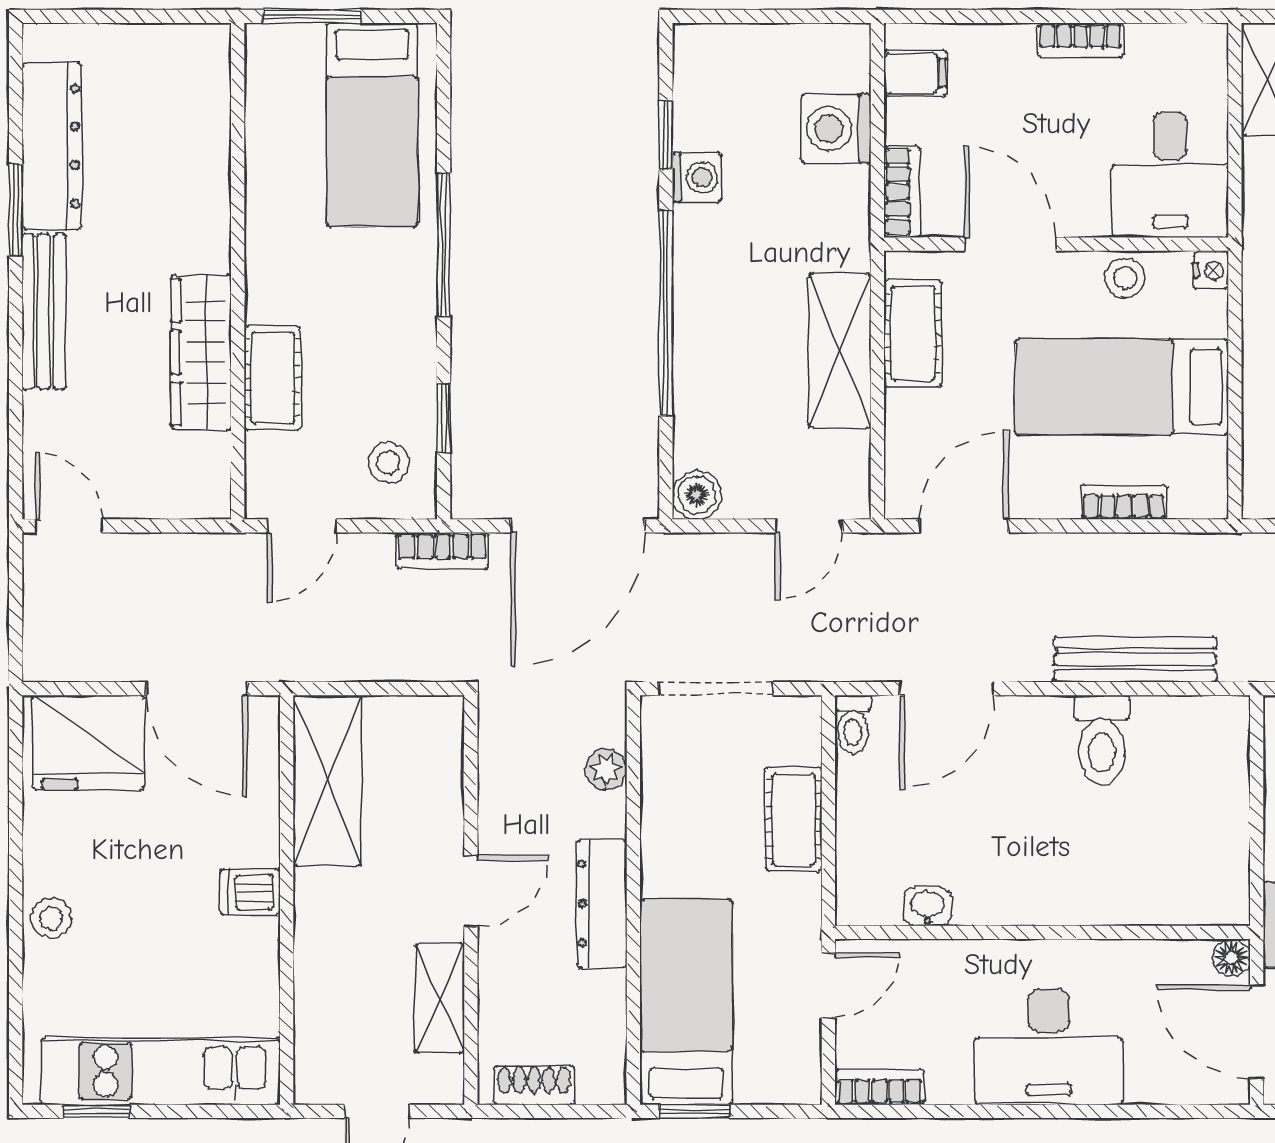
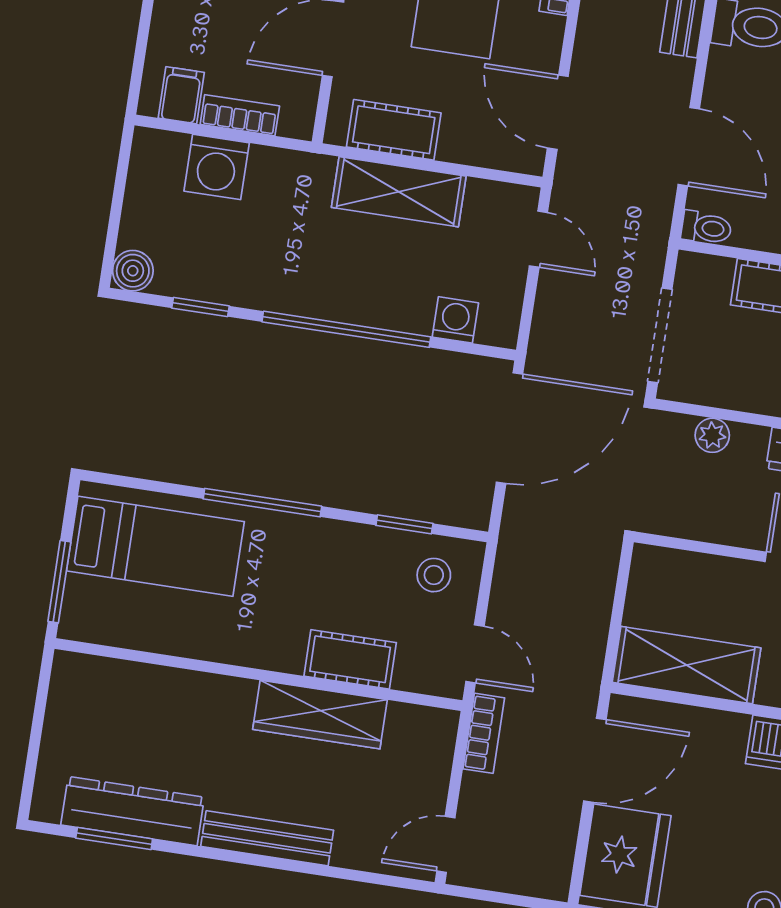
washing machine: (697, 177) -> (455, 320), moved
bookcase: (902, 192) -> (240, 115), moved
window: (16, 210) -> (114, 839), moved
boiler: (697, 495) -> (133, 271), moved
door: (578, 526) -> (509, 428), hinge flipped
bookcase: (443, 551) -> (484, 733), moved

